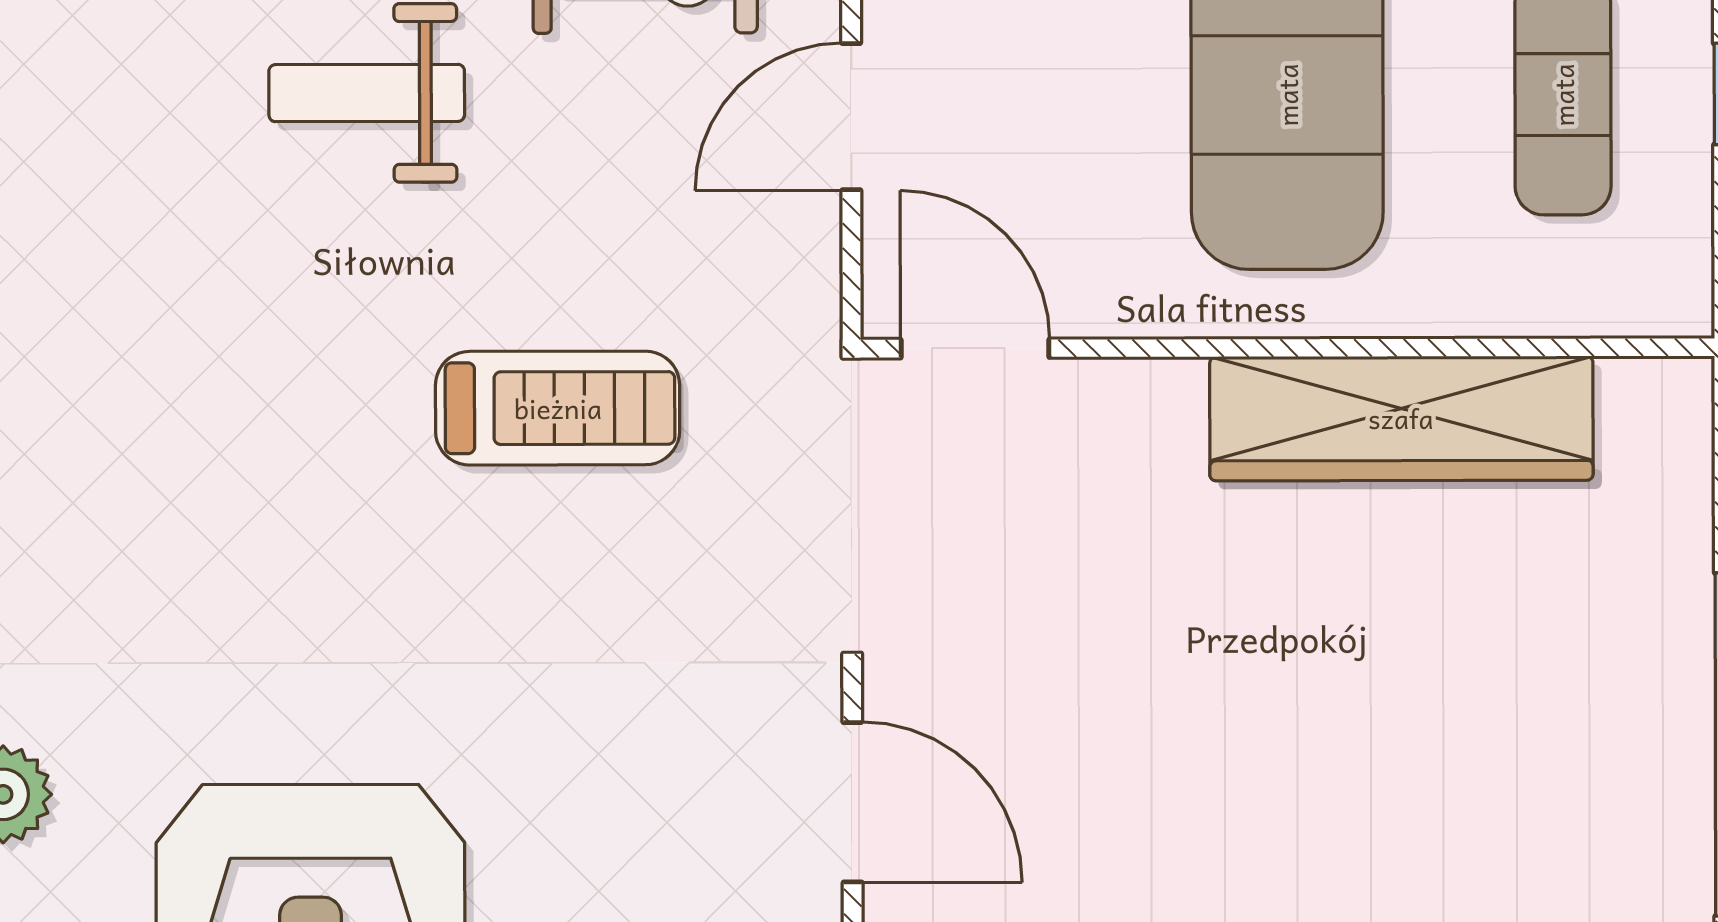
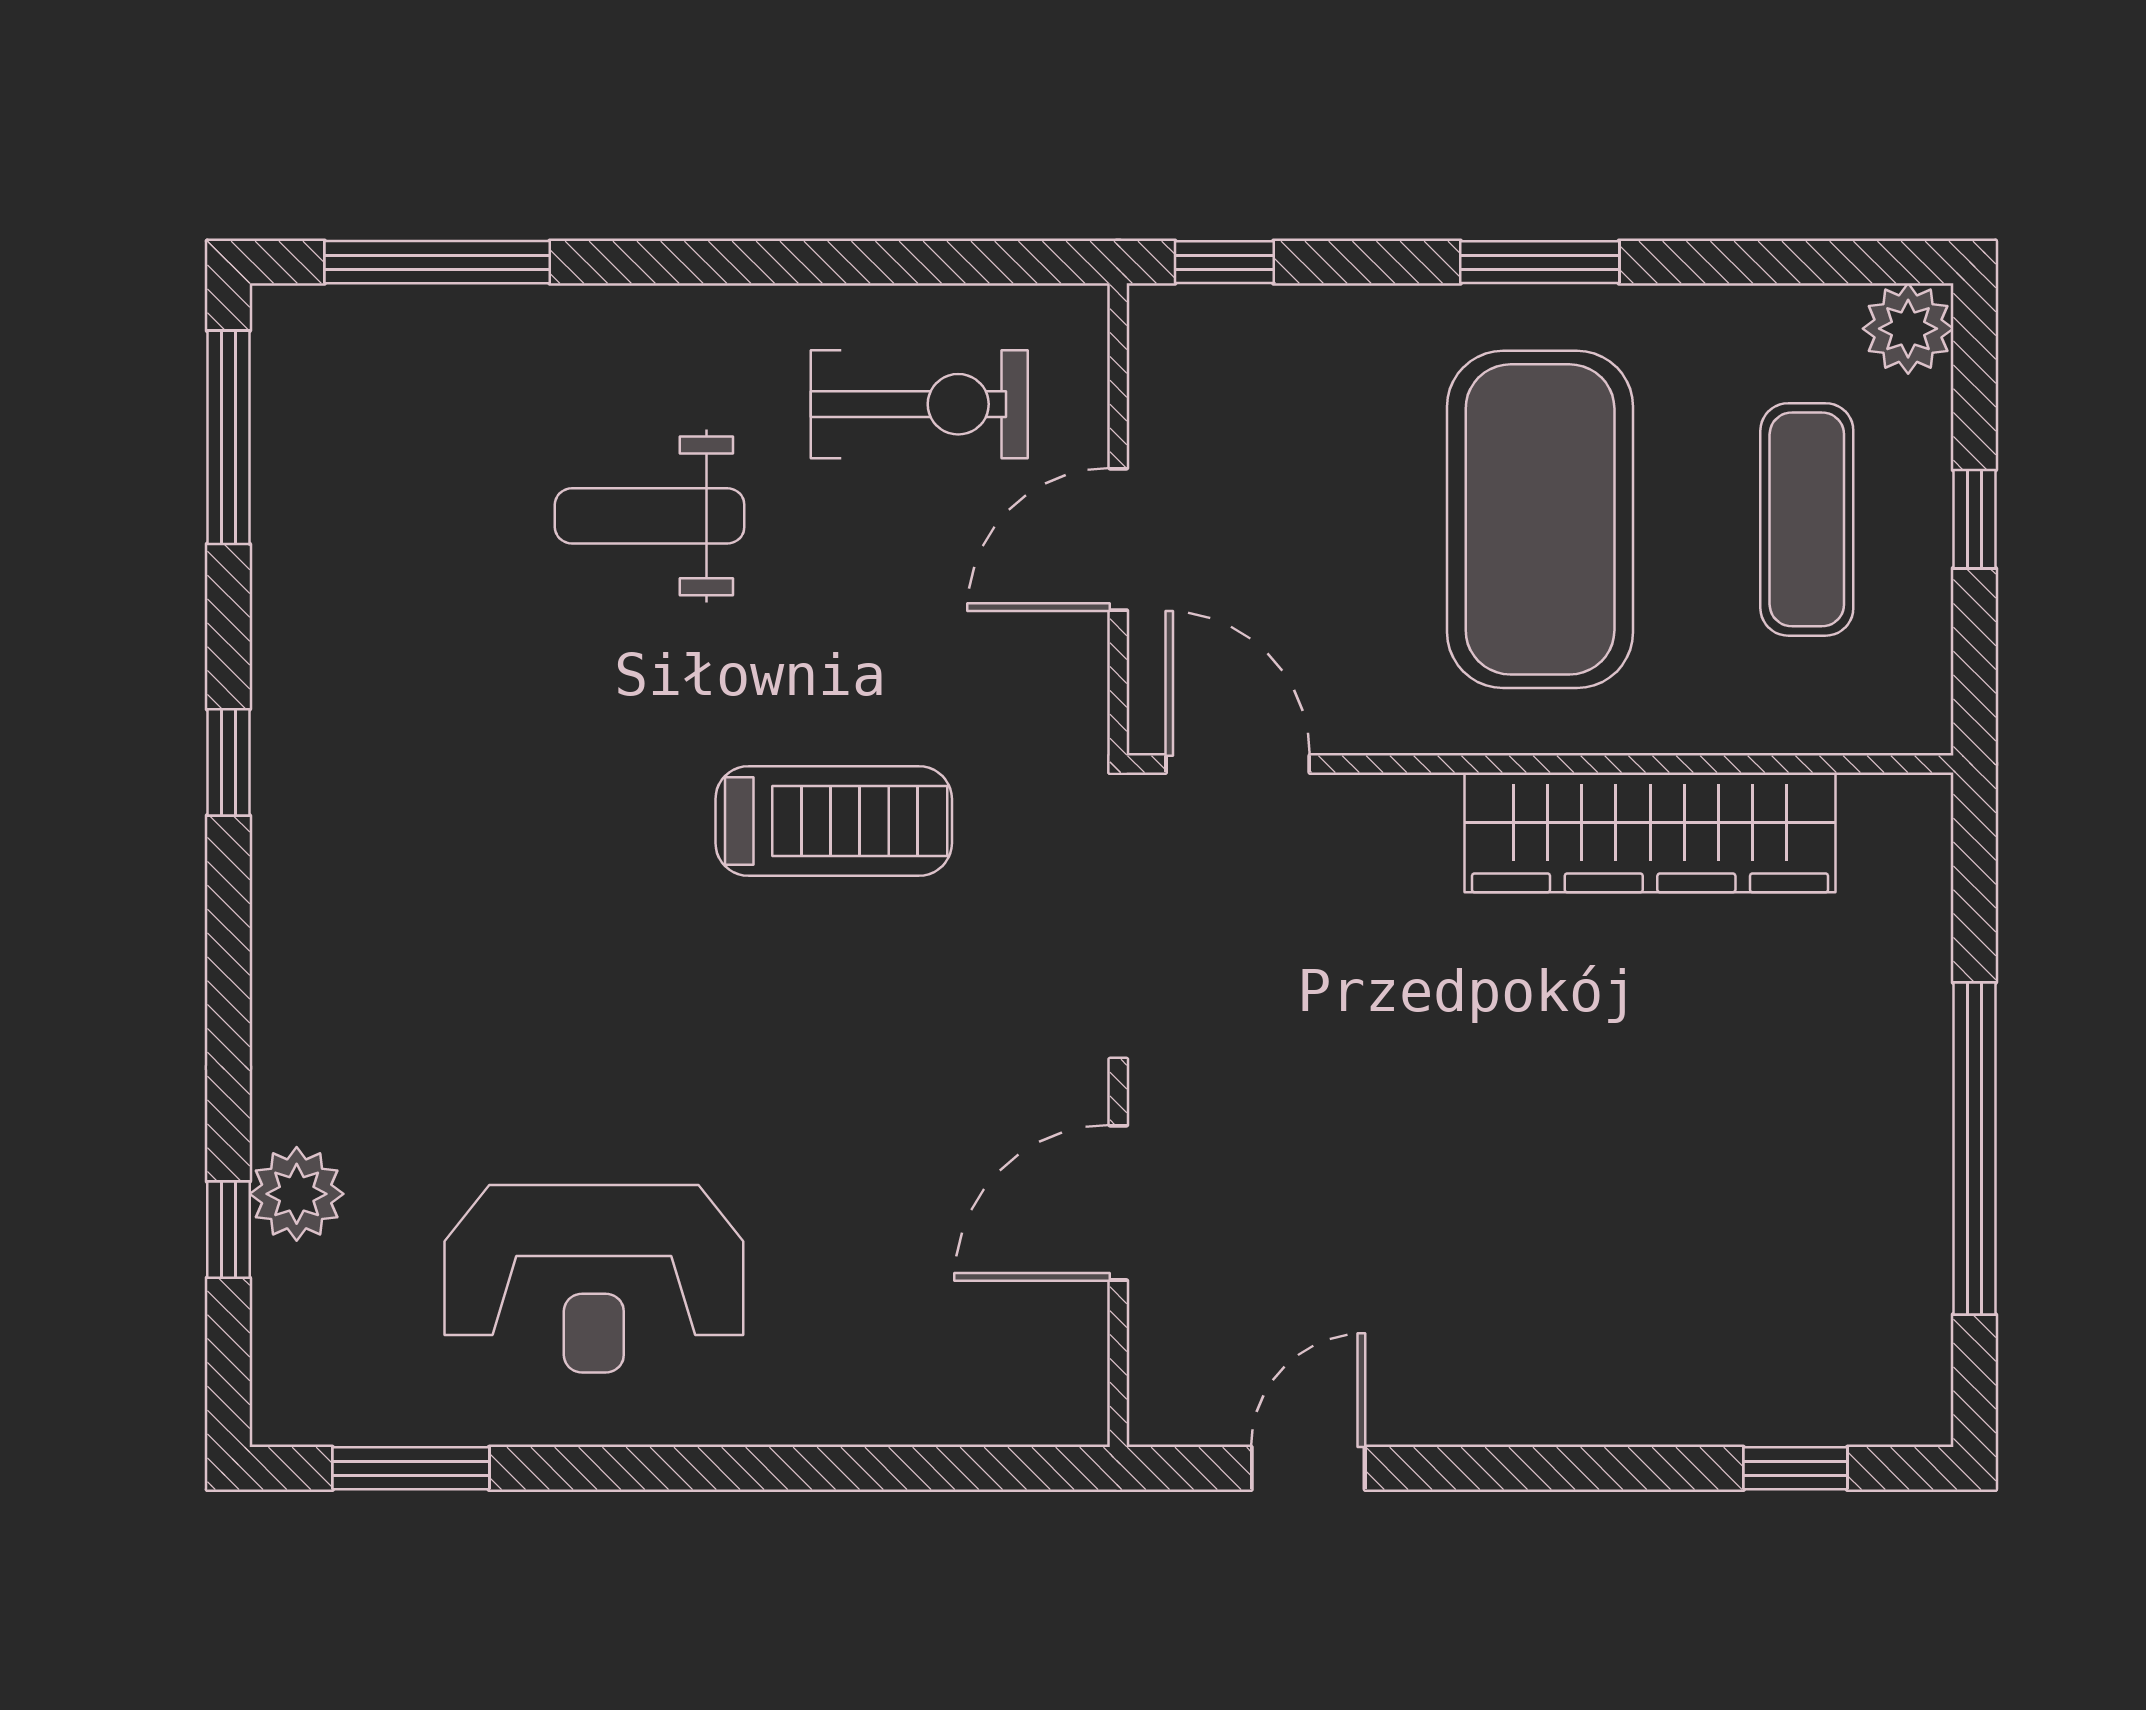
door: (852, 802) -> (1118, 1203), swing flipped

